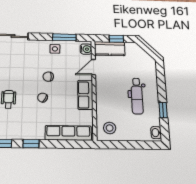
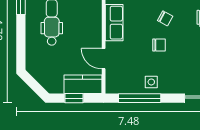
window: (64, 37) -> (140, 98), width x1.44
water cooler: (86, 49) -> (113, 83), removed
door: (94, 67) -> (104, 59), swing flipped

